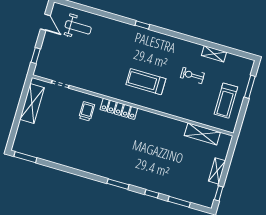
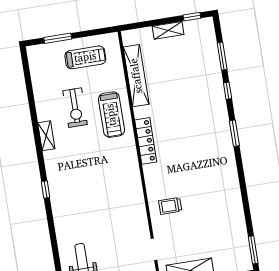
shelving: (214, 54) -> (46, 136), moved
exercise bike: (192, 75) -> (75, 108), width x1.38, depth x1.39
treadmill: (146, 82) -> (111, 115), moved
locker: (119, 109) -> (146, 141), moved
shelving: (202, 134) -> (136, 76), width x1.47

